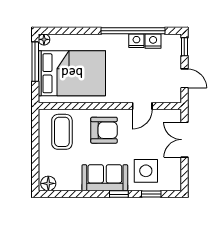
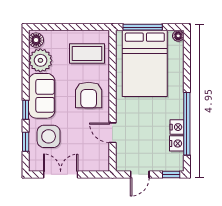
window: (35, 62) -> (143, 27), moved
double door: (184, 140) -> (61, 174), moved
plant: (69, 179) -> (40, 60), added

